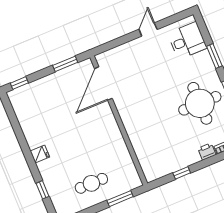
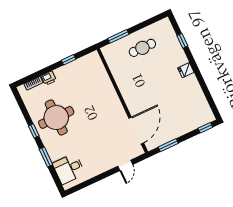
door: (148, 29) -> (125, 165), moved

